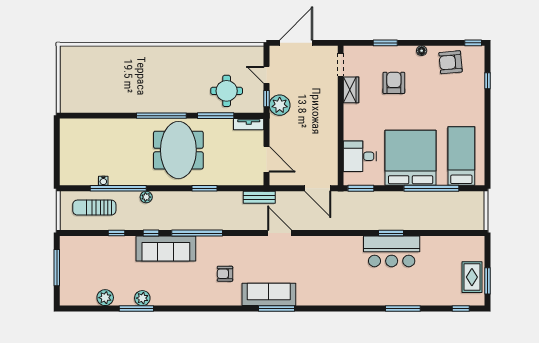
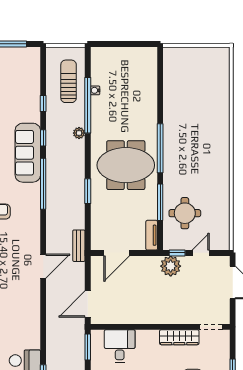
wardrobe: (351, 90) -> (179, 337), width x1.50

